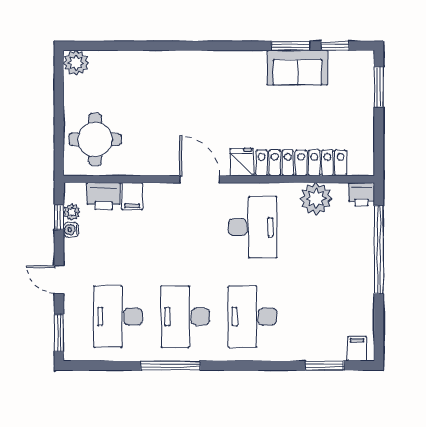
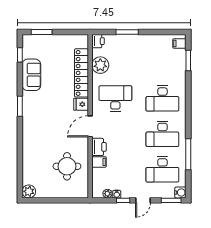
window: (291, 46) -> (20, 106), moved
round table: (95, 139) -> (67, 166), moved
printer: (104, 196) -> (99, 147), moved
window: (59, 217) -> (123, 200), moved
window: (379, 250) -> (127, 32), width x0.47
water cooler: (74, 351) -> (180, 193), added
window: (171, 366) -> (188, 154), moved

